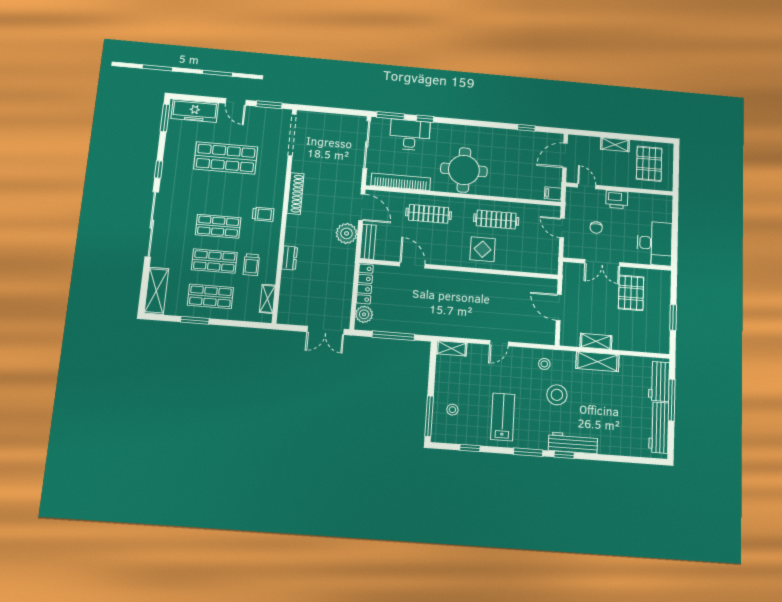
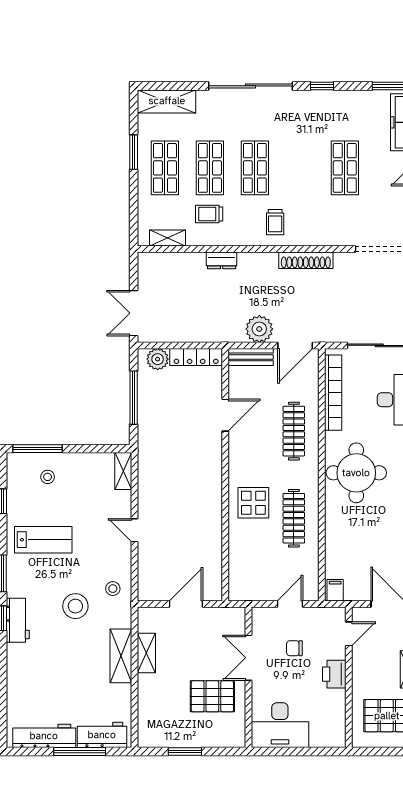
shop shelf: (226, 158) -> (345, 168), width x0.70, depth x0.74
workbench: (573, 443) -> (18, 620), width x0.73

